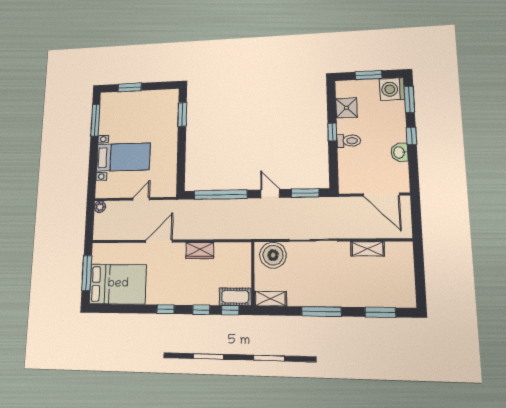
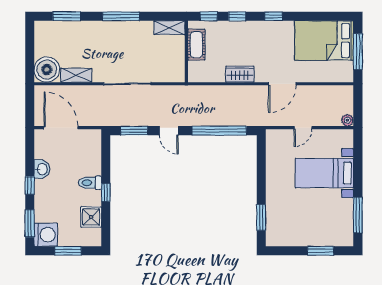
boiler: (273, 255) -> (47, 70), moved
cot: (235, 297) -> (196, 45), moved, turned 90

